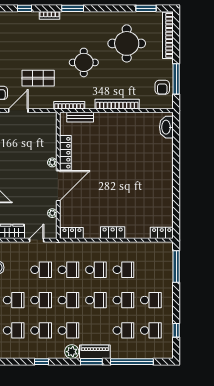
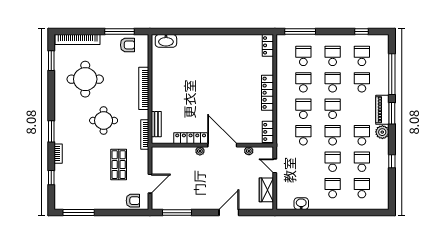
door: (18, 111) -> (150, 184), swing flipped
locker: (113, 233) -> (268, 93), width x1.53
school desk: (41, 270) -> (303, 56), moved

